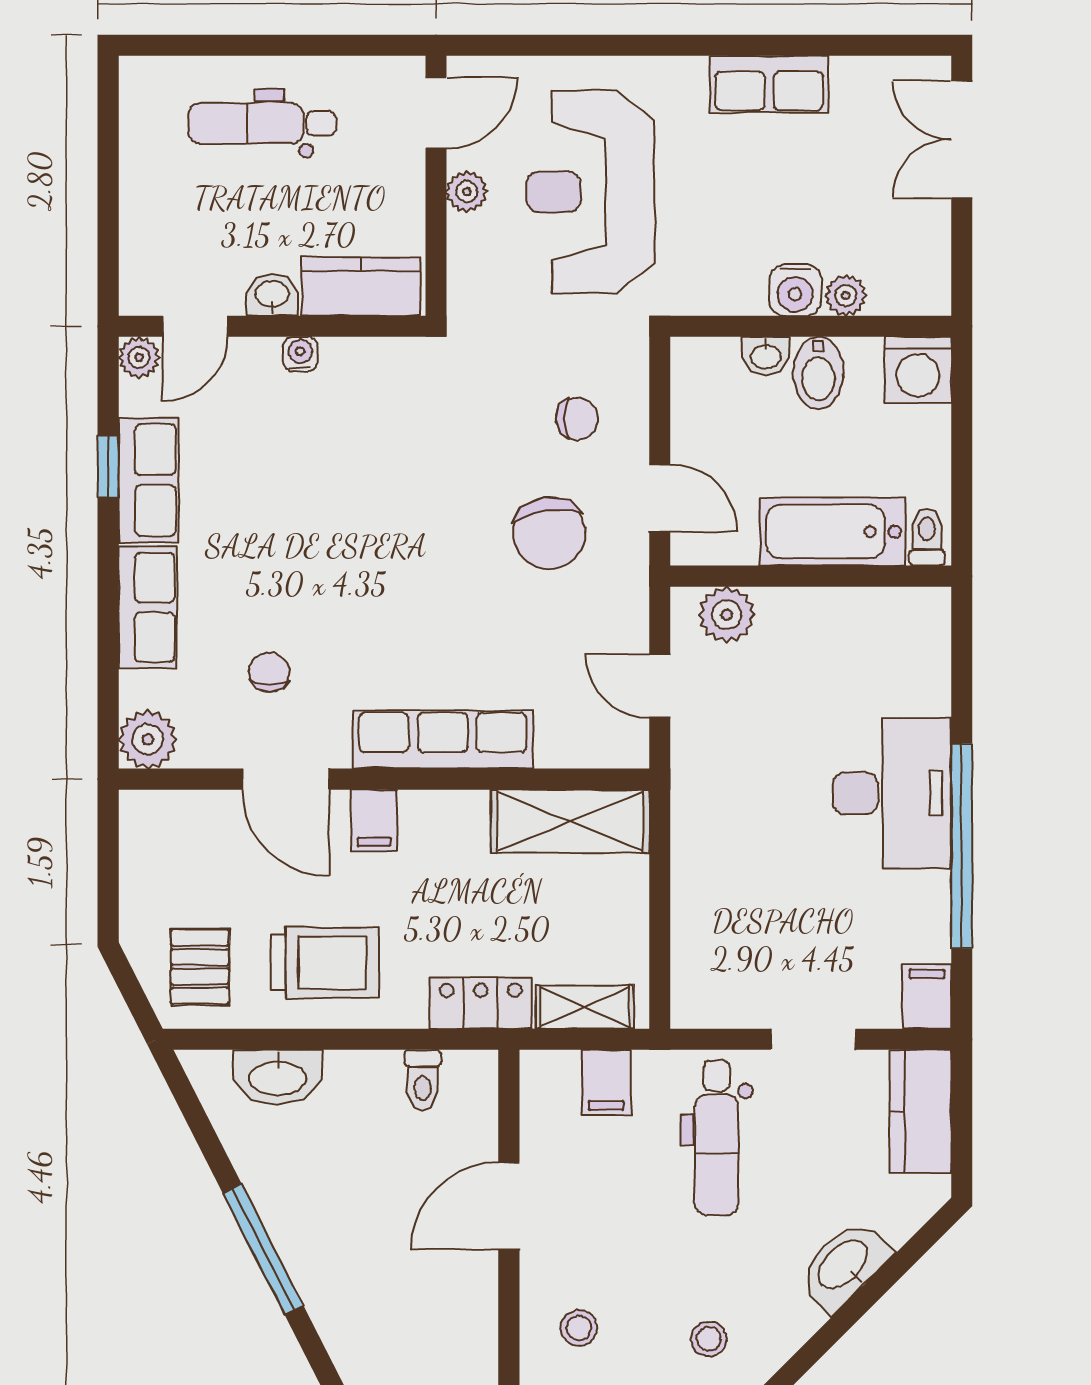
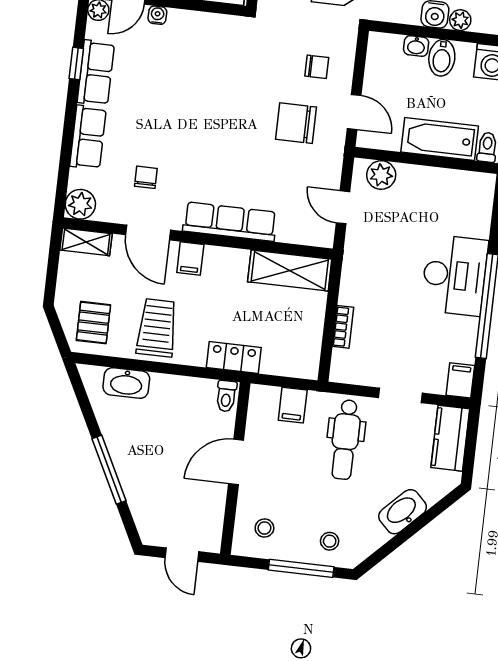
water cooler: (300, 354) -> (157, 15), moved
chair: (549, 533) -> (296, 123), turned 98
bookcase: (686, 919) -> (343, 327), added
trolley: (325, 963) -> (157, 328), turned -90
shelving: (585, 1007) -> (86, 242), moved
toilet: (423, 1080) -> (226, 396), moved

